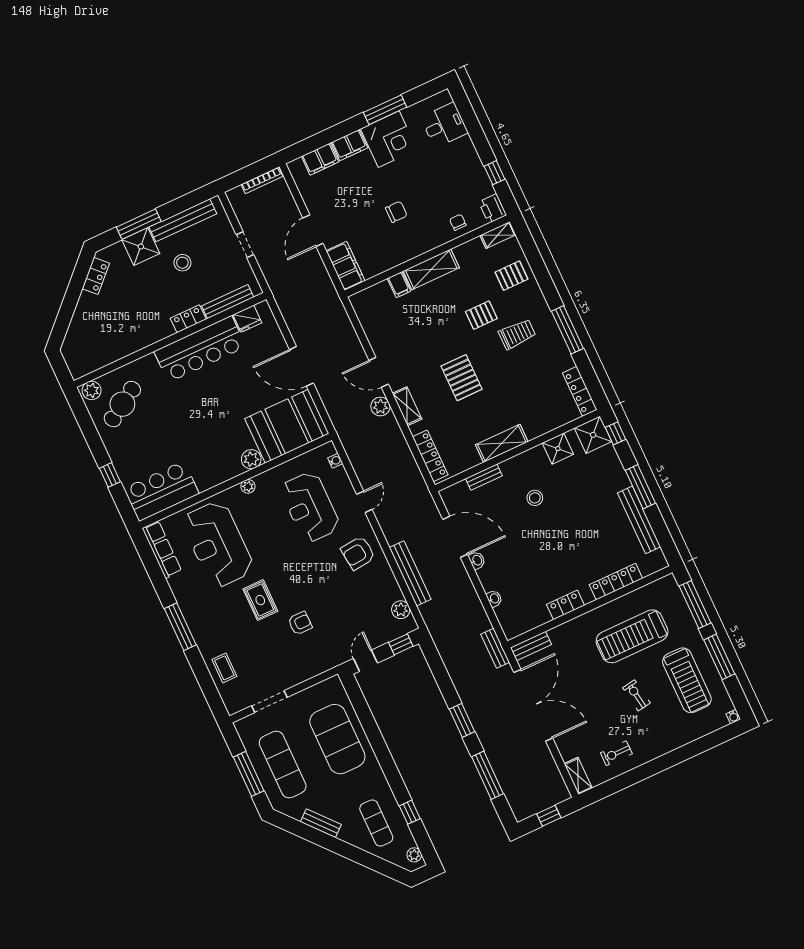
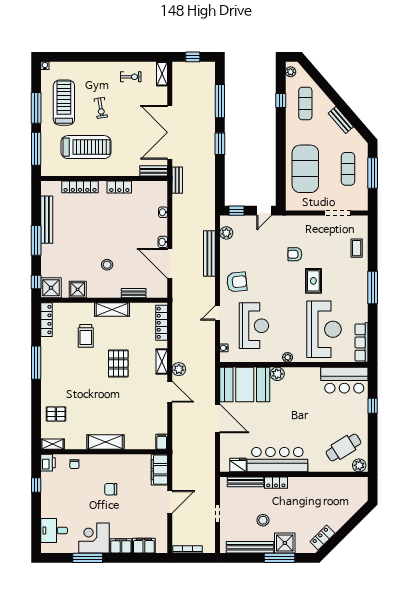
filing cabinet: (399, 285) -> (162, 442), moved
pallet: (481, 315) -> (87, 398), removed
trolley: (517, 334) -> (86, 336), moved, turned -90
exercise mat: (283, 765) -> (348, 169), width x0.73, depth x0.69

